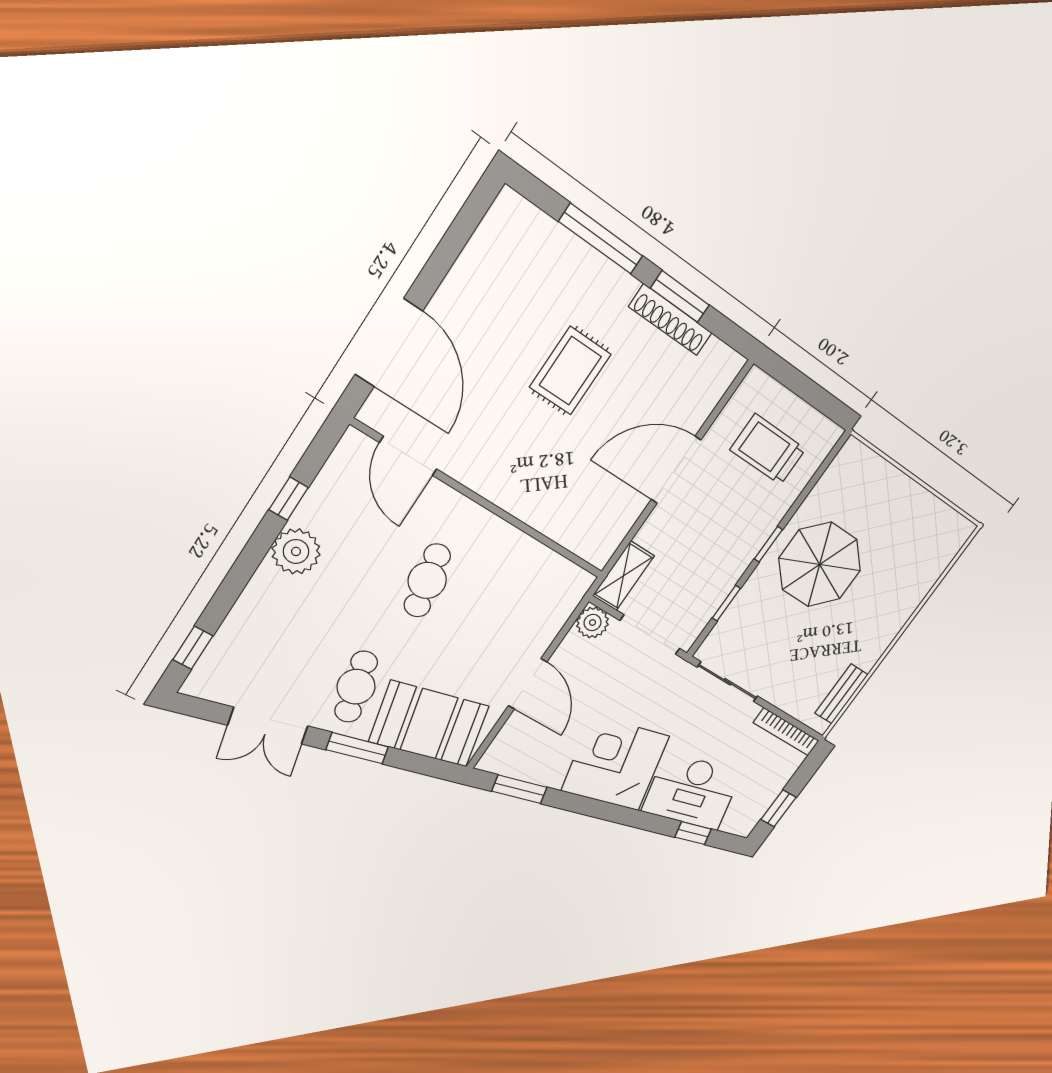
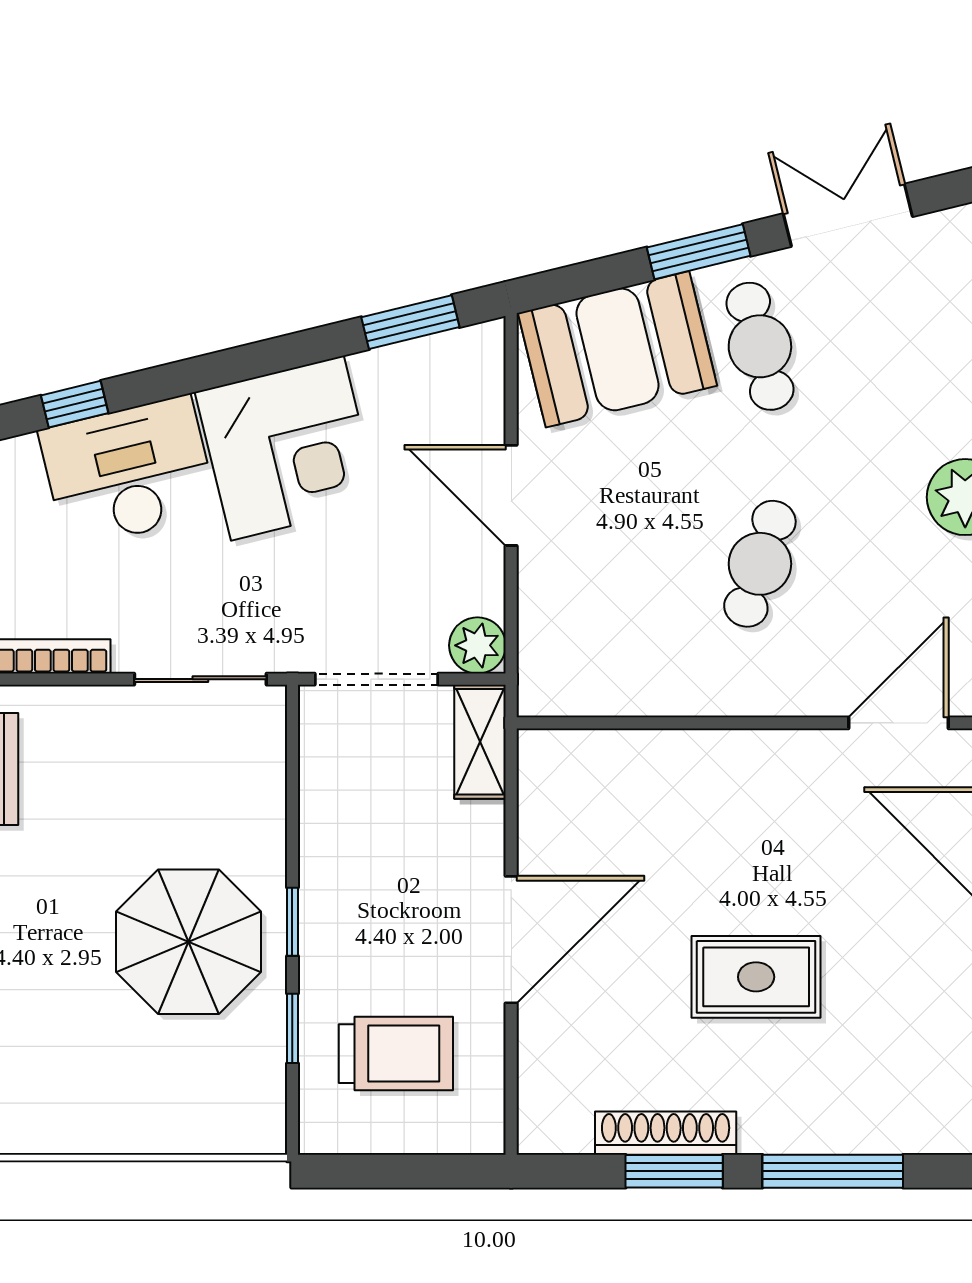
rug: (570, 371) -> (756, 977), turned 90
door: (408, 456) -> (899, 723), hinge flipped
cafe table: (427, 580) -> (760, 564), turned 30
window: (726, 603) -> (292, 1028), moved

